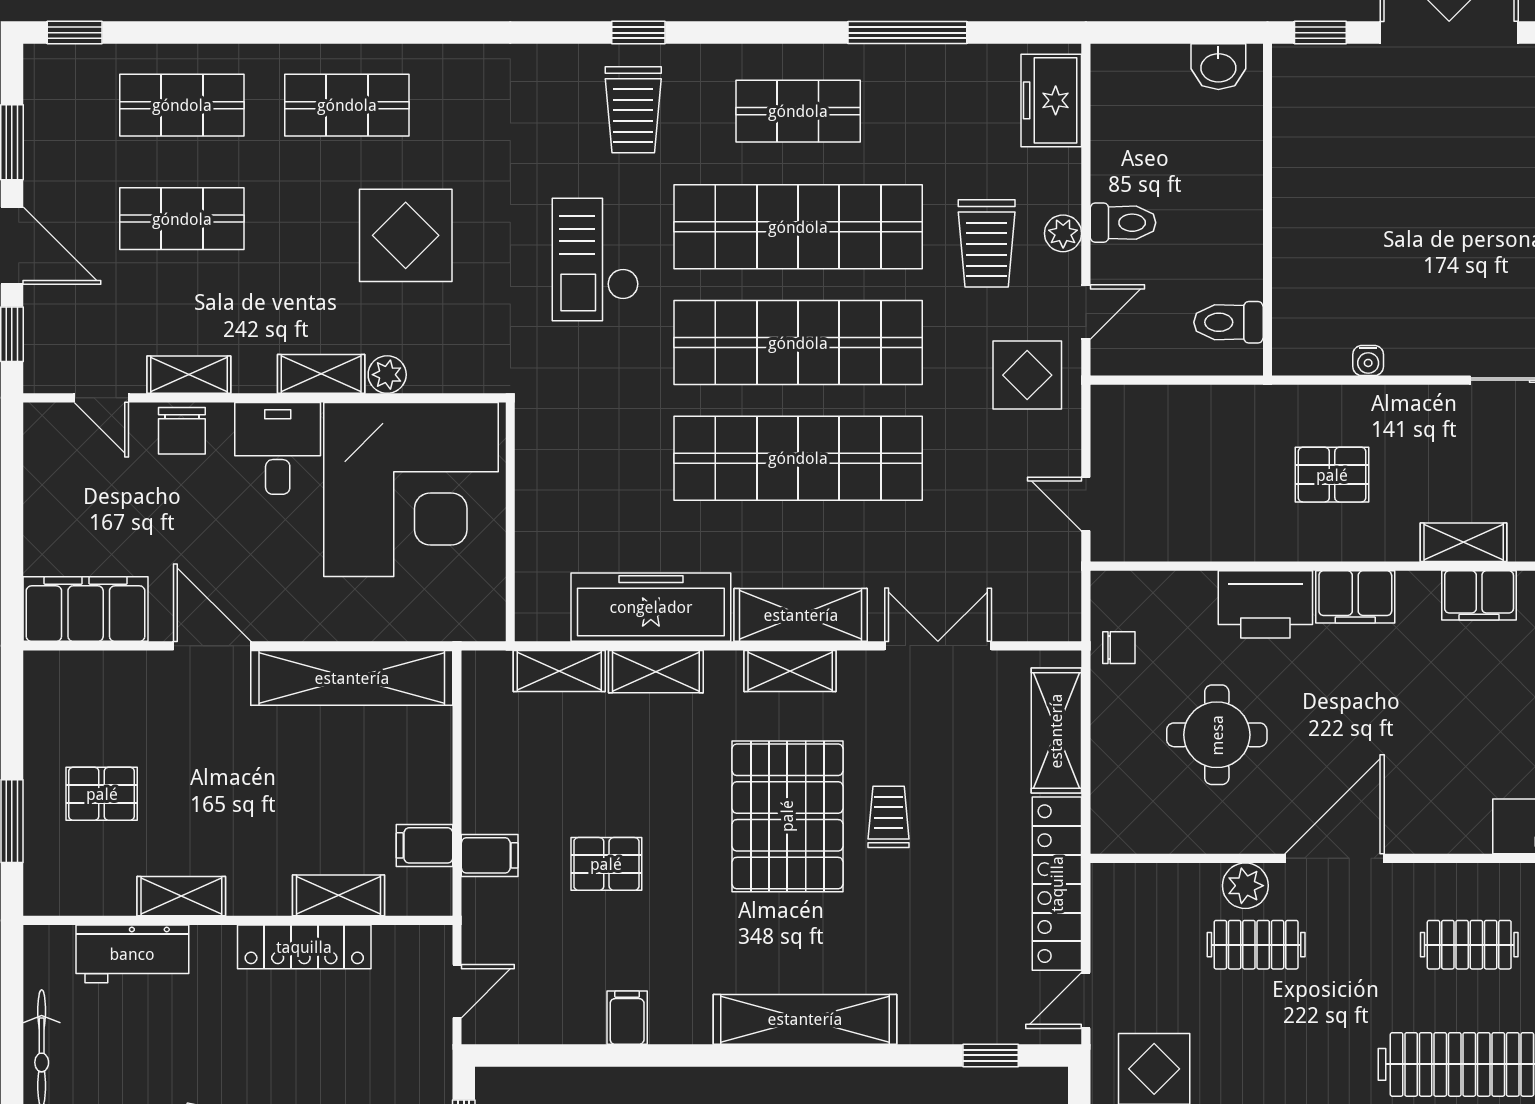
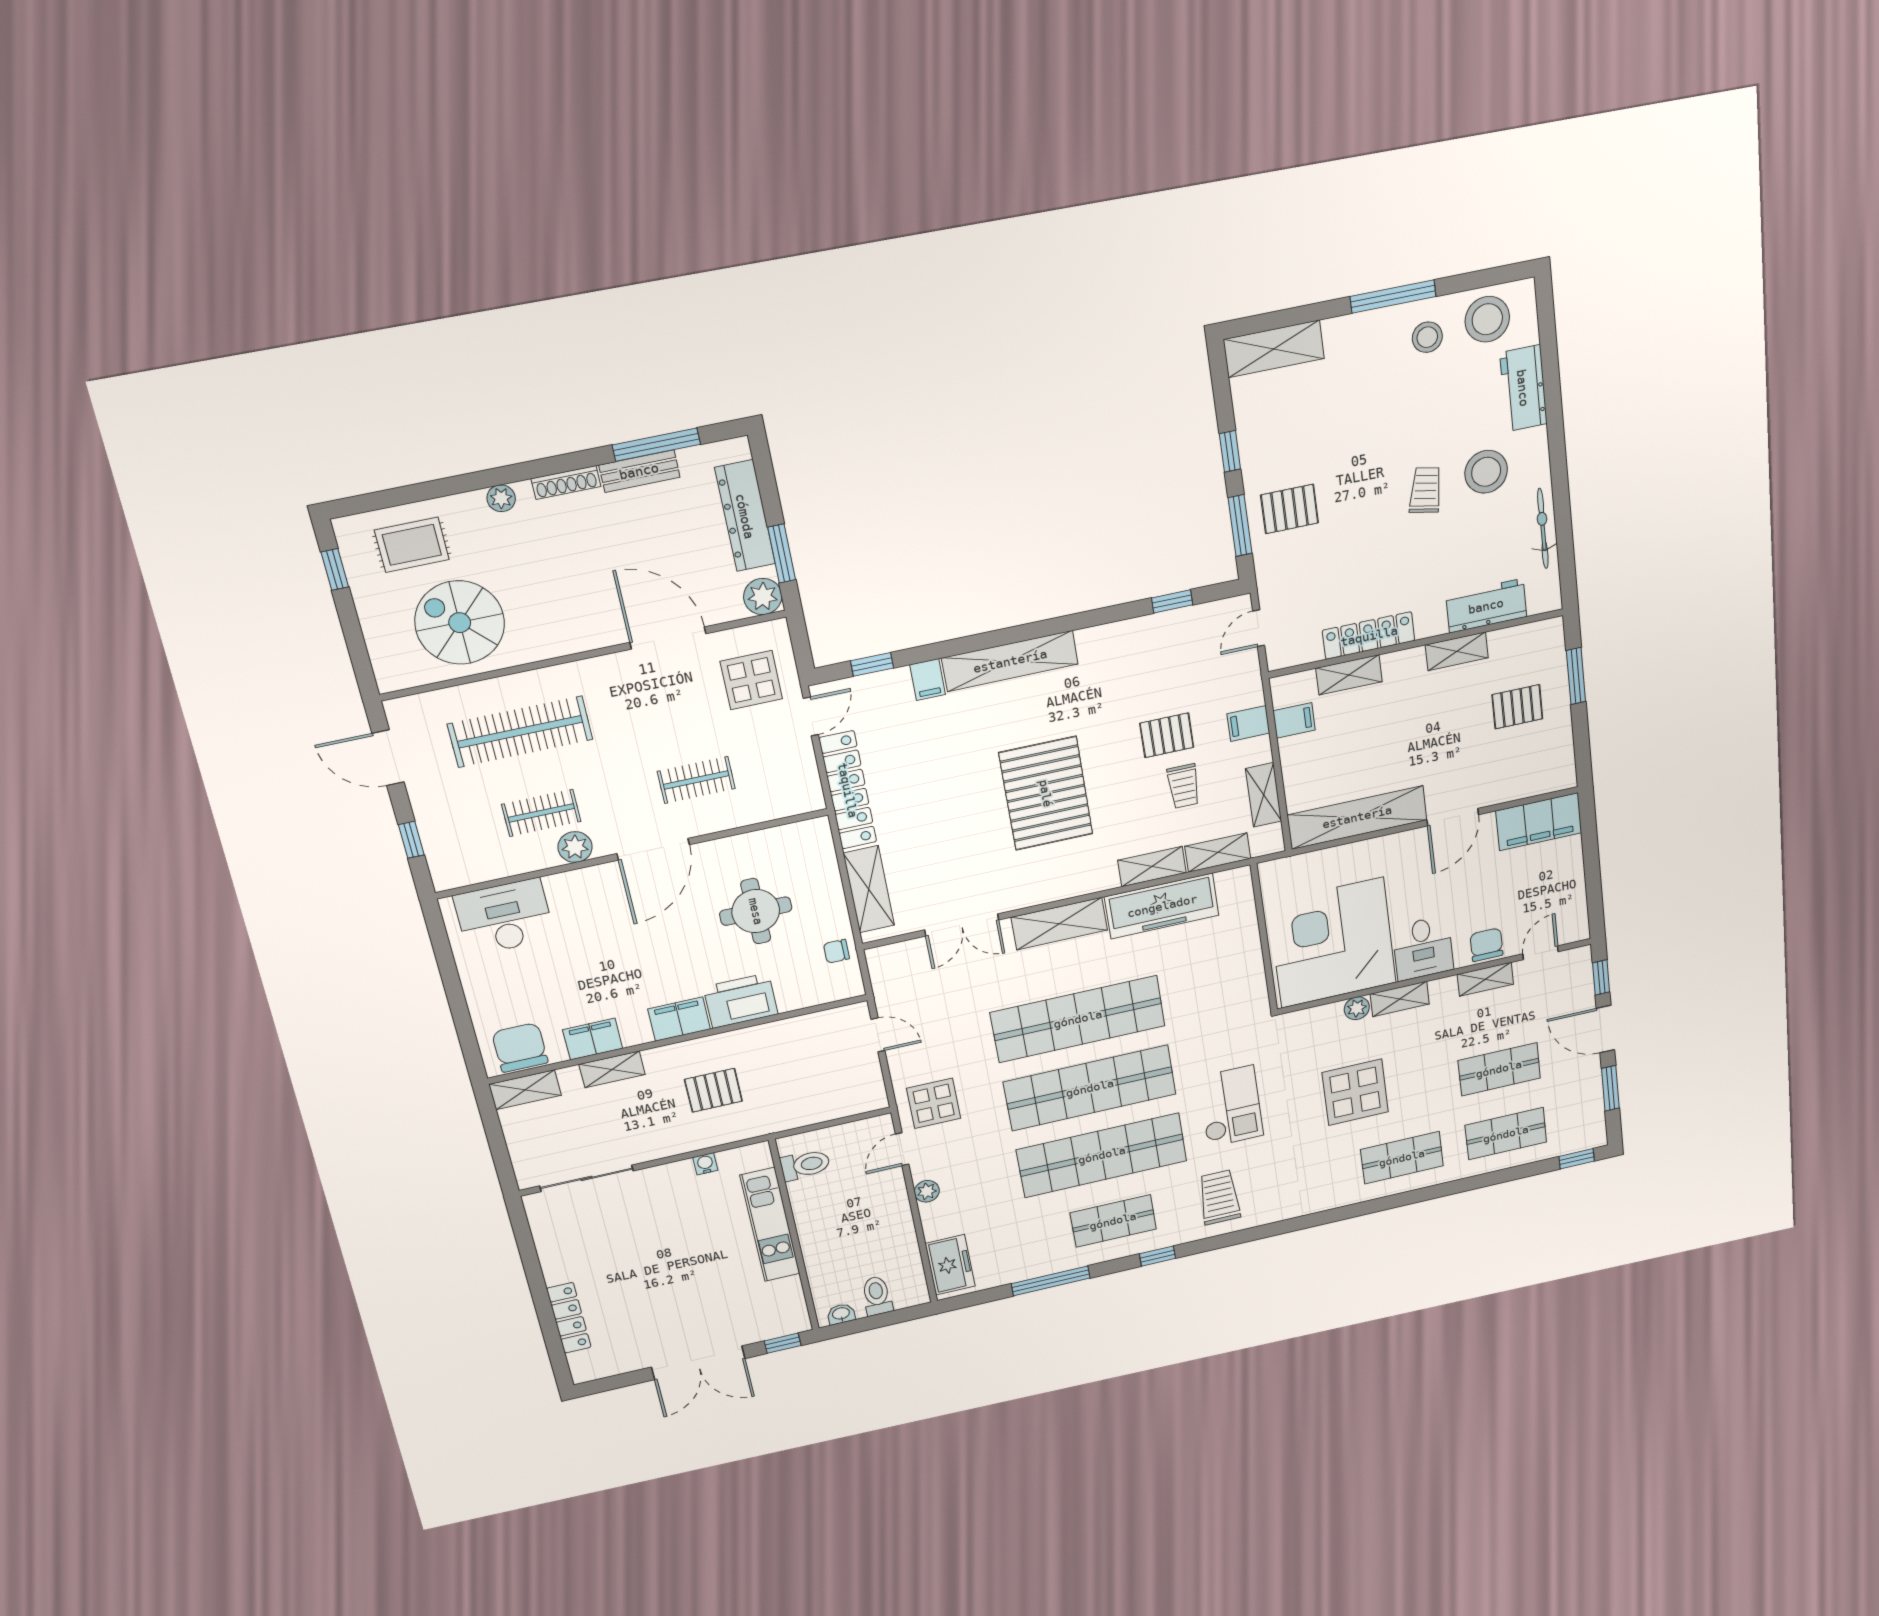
window: (638, 33) -> (1157, 1256), moved
washbasin: (1218, 67) -> (841, 1314), width x0.72, depth x0.69
toilet: (1123, 223) -> (877, 1296), moved, turned 90
kitchen unit: (1298, 237) -> (770, 1225), added
trolley: (987, 243) -> (976, 1174), removed
door: (101, 398) -> (1540, 953), hinge flipped
door: (212, 646) -> (1453, 817), hinge flipped
shelving: (790, 671) -> (1263, 795), moved, turned 90
trolley: (889, 817) -> (1184, 786), moved
plant: (1245, 886) -> (575, 847), moved
filing cabinet: (627, 1018) -> (928, 680), moved
window: (571, 1055) -> (1172, 601), added

